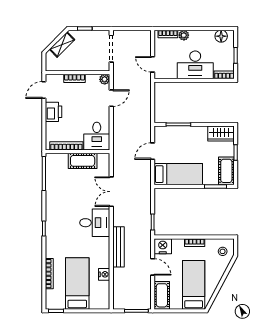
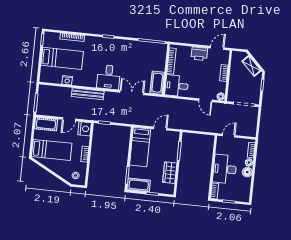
floor lamp: (221, 36) -> (247, 172), moved
door: (44, 90) -> (217, 48), hinge flipped
wardrobe: (221, 134) -> (170, 173), moved
door: (153, 151) -> (160, 129), hinge flipped
cot: (83, 161) -> (157, 83), moved

